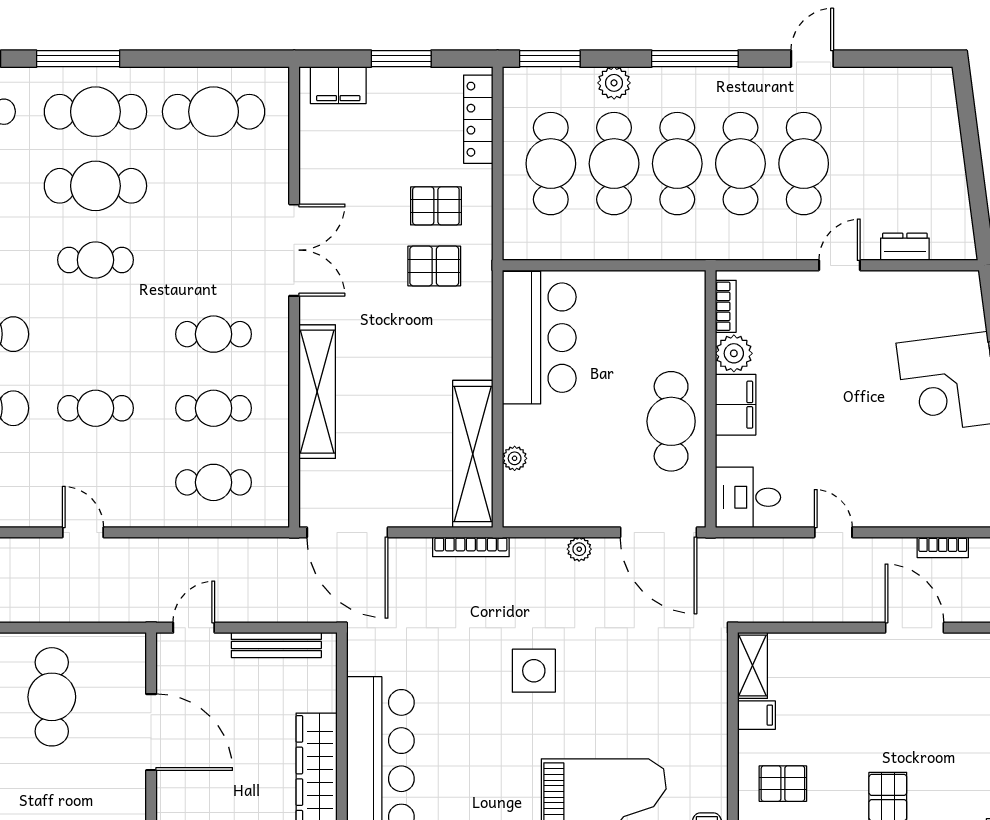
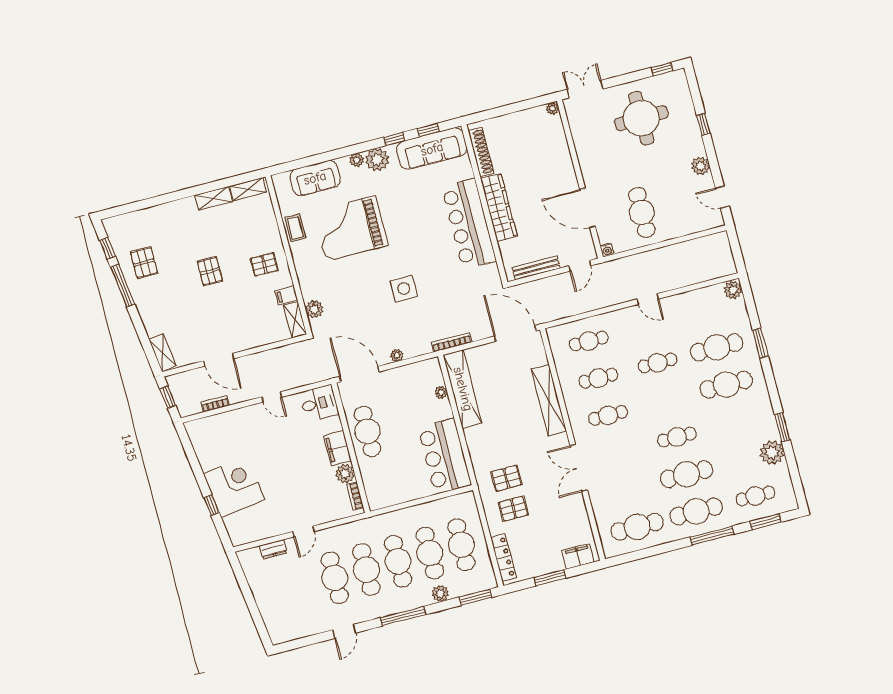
water cooler: (135, 644) -> (607, 250), added
plant: (711, 676) -> (314, 309), added

